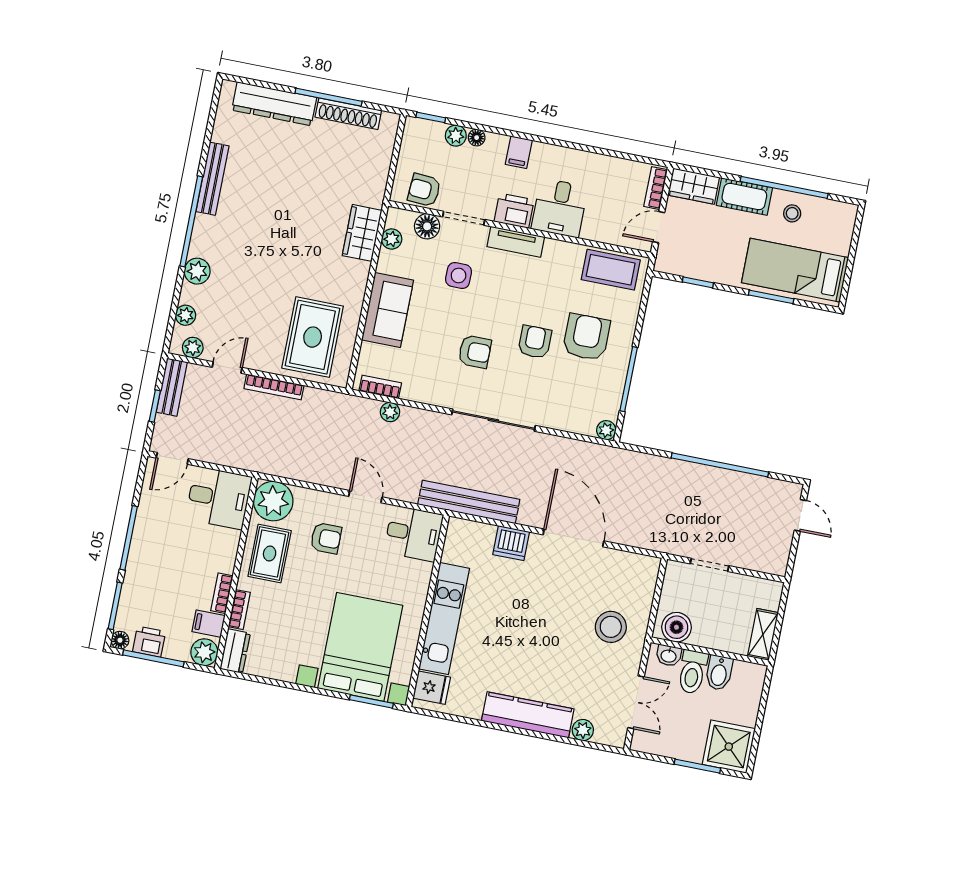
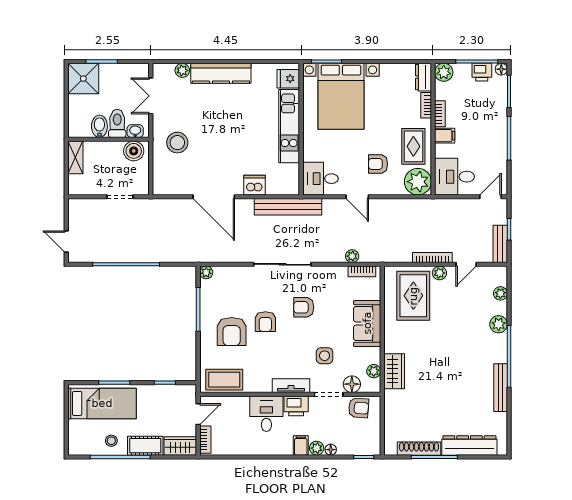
plant: (456, 136) -> (317, 448), moved
plant: (193, 348) -> (439, 273), moved
filing cabinet: (209, 624) -> (445, 136), moved

